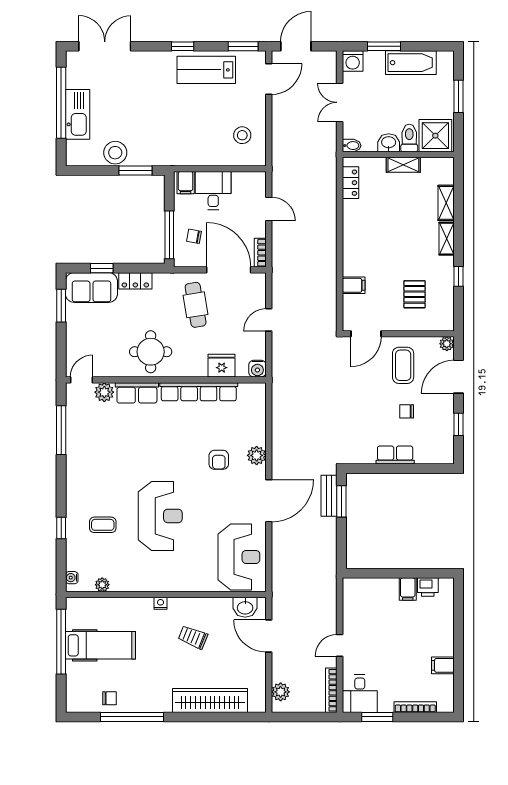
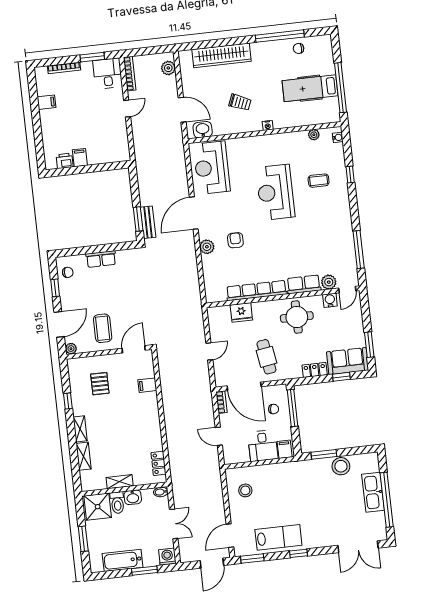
water cooler: (257, 369) -> (330, 300), moved
chair: (407, 411) -> (68, 272), moved

